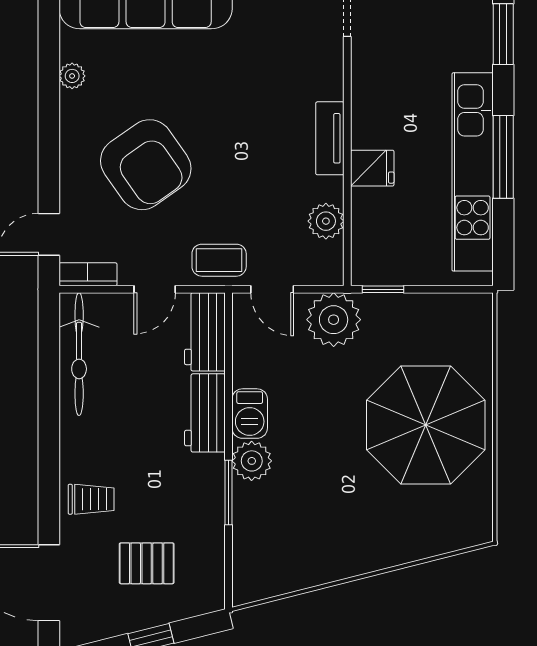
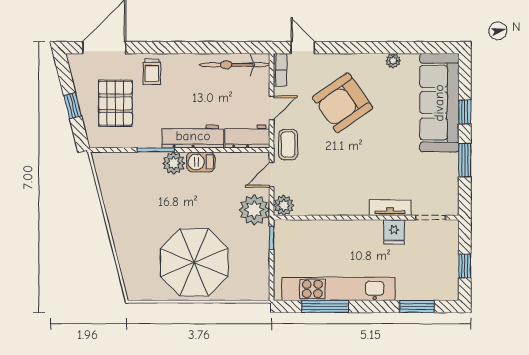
tv unit: (330, 138) -> (390, 208), moved
window: (503, 157) -> (325, 306), moved
fridge: (372, 168) -> (394, 232), moved
plant: (326, 221) -> (284, 205), moved
door: (155, 289) -> (272, 108), swing flipped
workbench: (205, 413) -> (193, 136), width x1.38
pallet: (147, 563) -> (115, 103), width x1.50, depth x1.42

